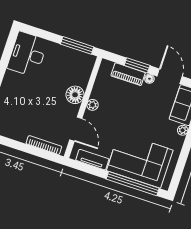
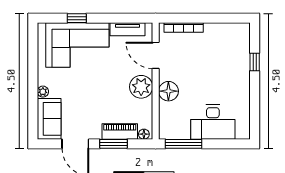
desk: (27, 54) -> (213, 122), moved, turned 90
floor lamp: (149, 79) -> (144, 134), moved
plant: (93, 105) -> (141, 87), width x1.88, depth x1.88
window: (133, 184) -> (77, 18), width x0.32

